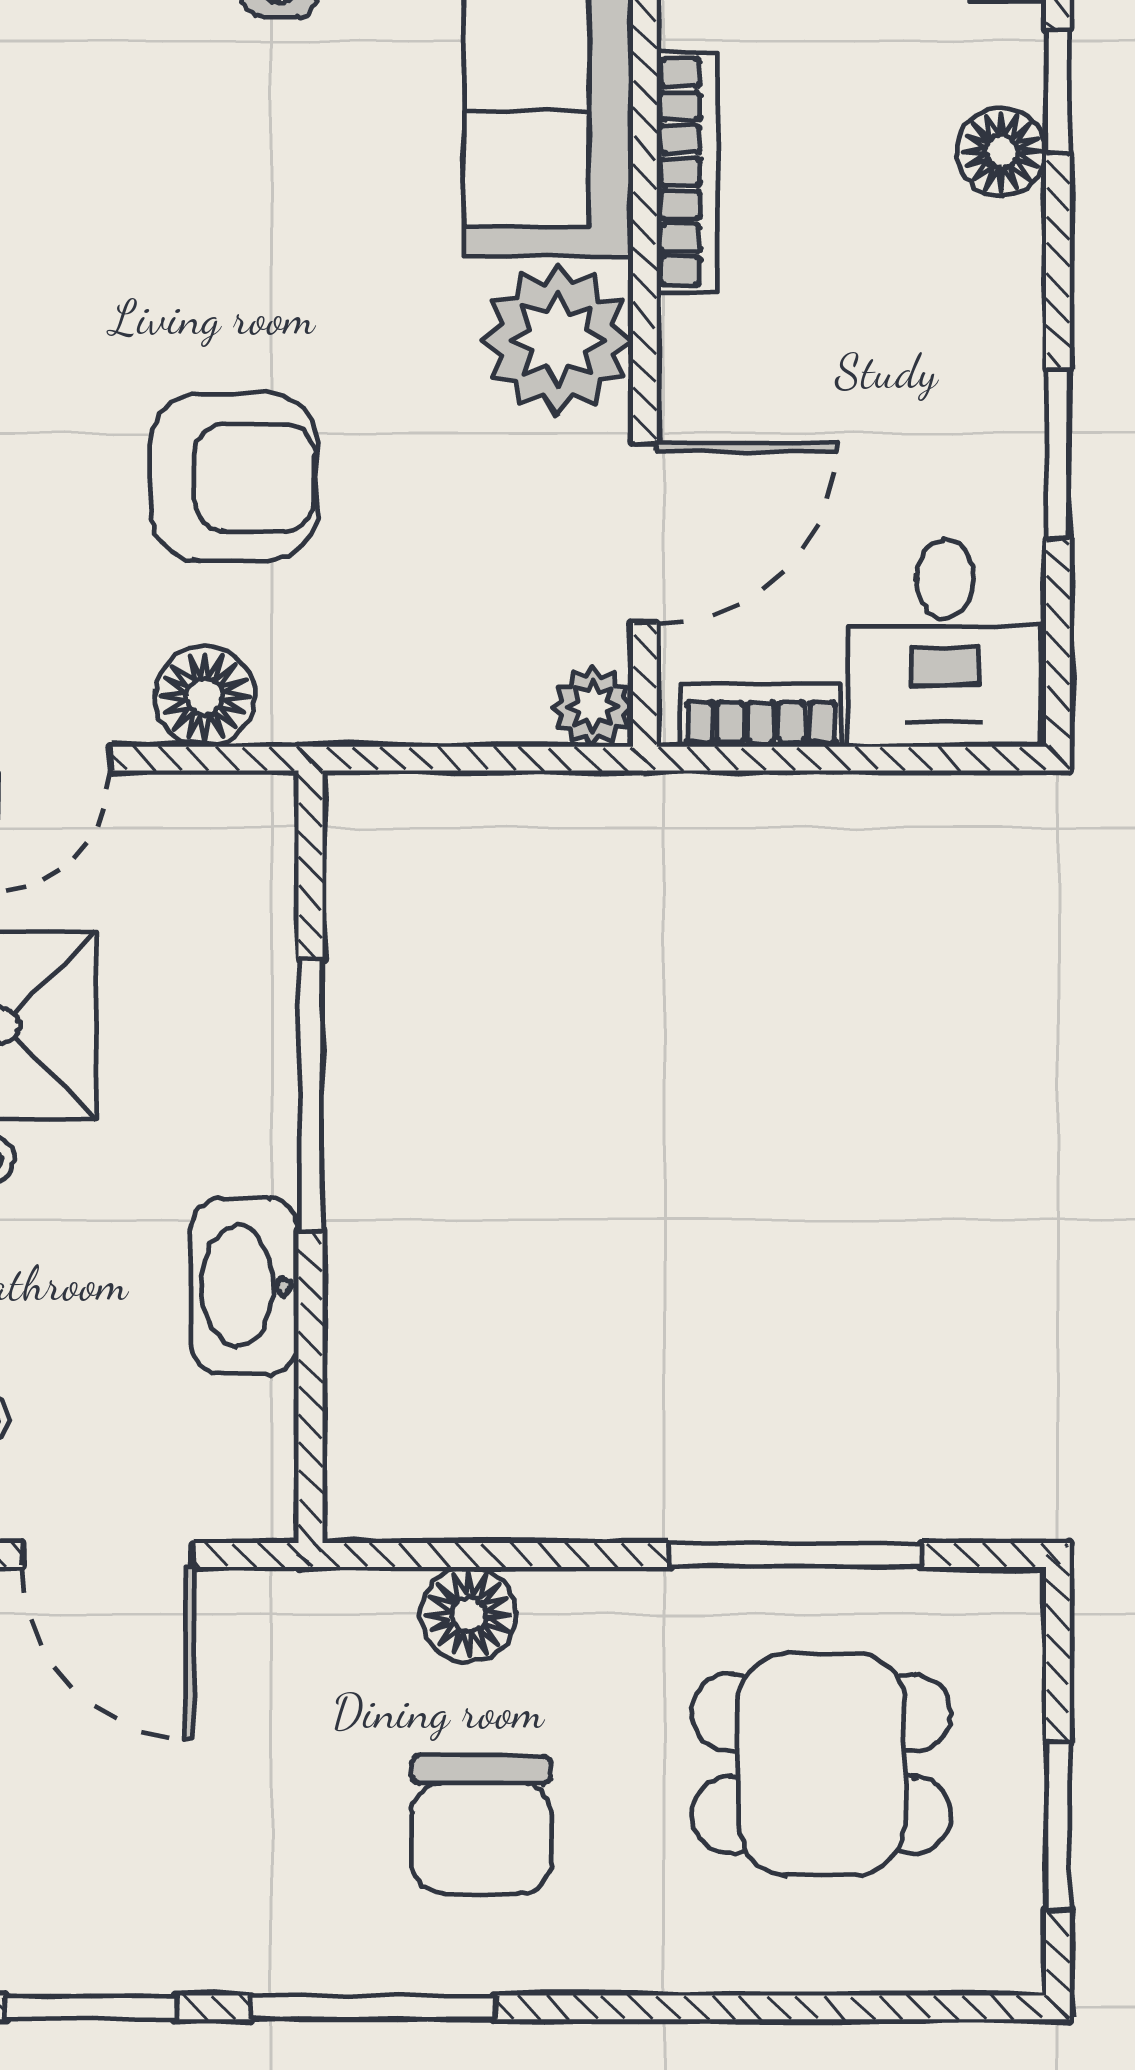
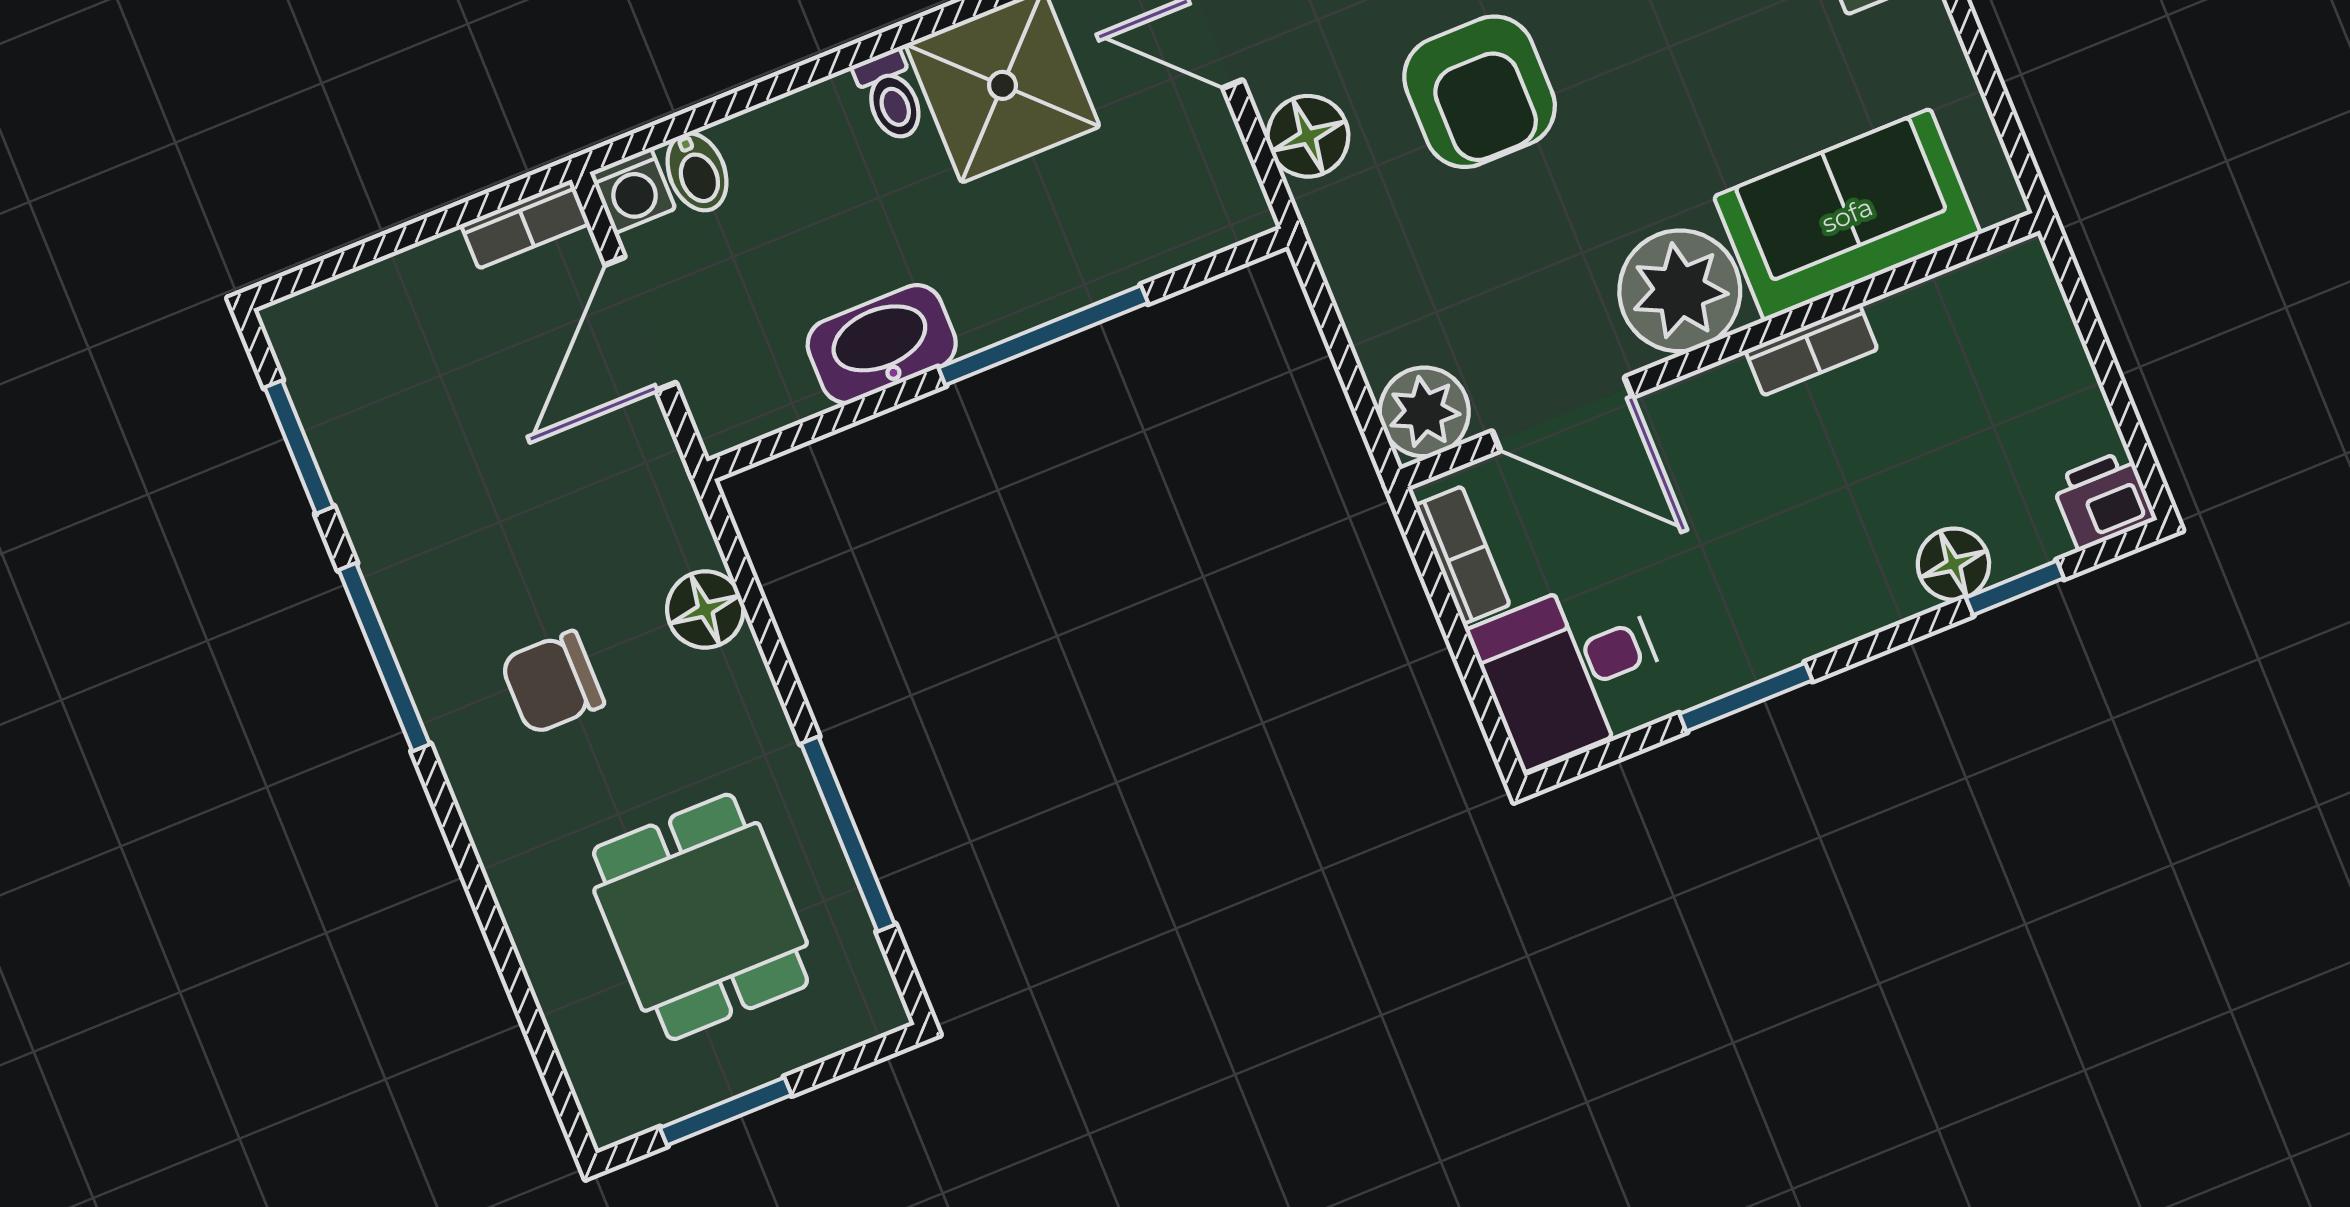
bookcase: (687, 172) -> (1811, 350), width x0.64
plant: (593, 706) -> (1424, 412), width x1.38, depth x1.38
chair: (481, 1825) -> (552, 683), width x0.73, depth x0.73

